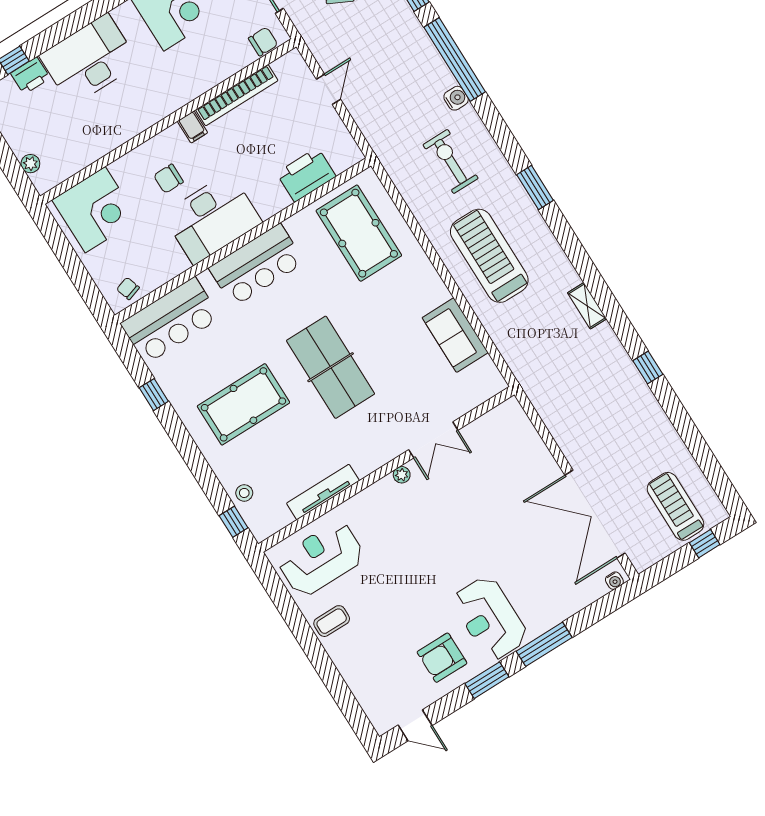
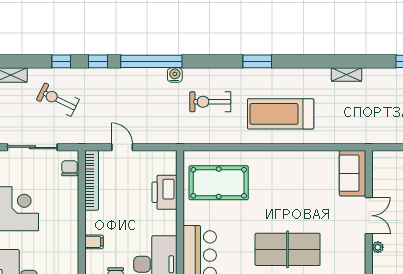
bookcase: (237, 95) -> (92, 180), moved
sofa: (455, 335) -> (353, 173), moved, turned 90

